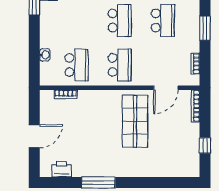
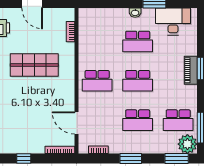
washbasin: (45, 55) -> (135, 13), moved
school desk: (77, 65) -> (138, 41), moved
shop shelf: (135, 121) -> (34, 65), moved

